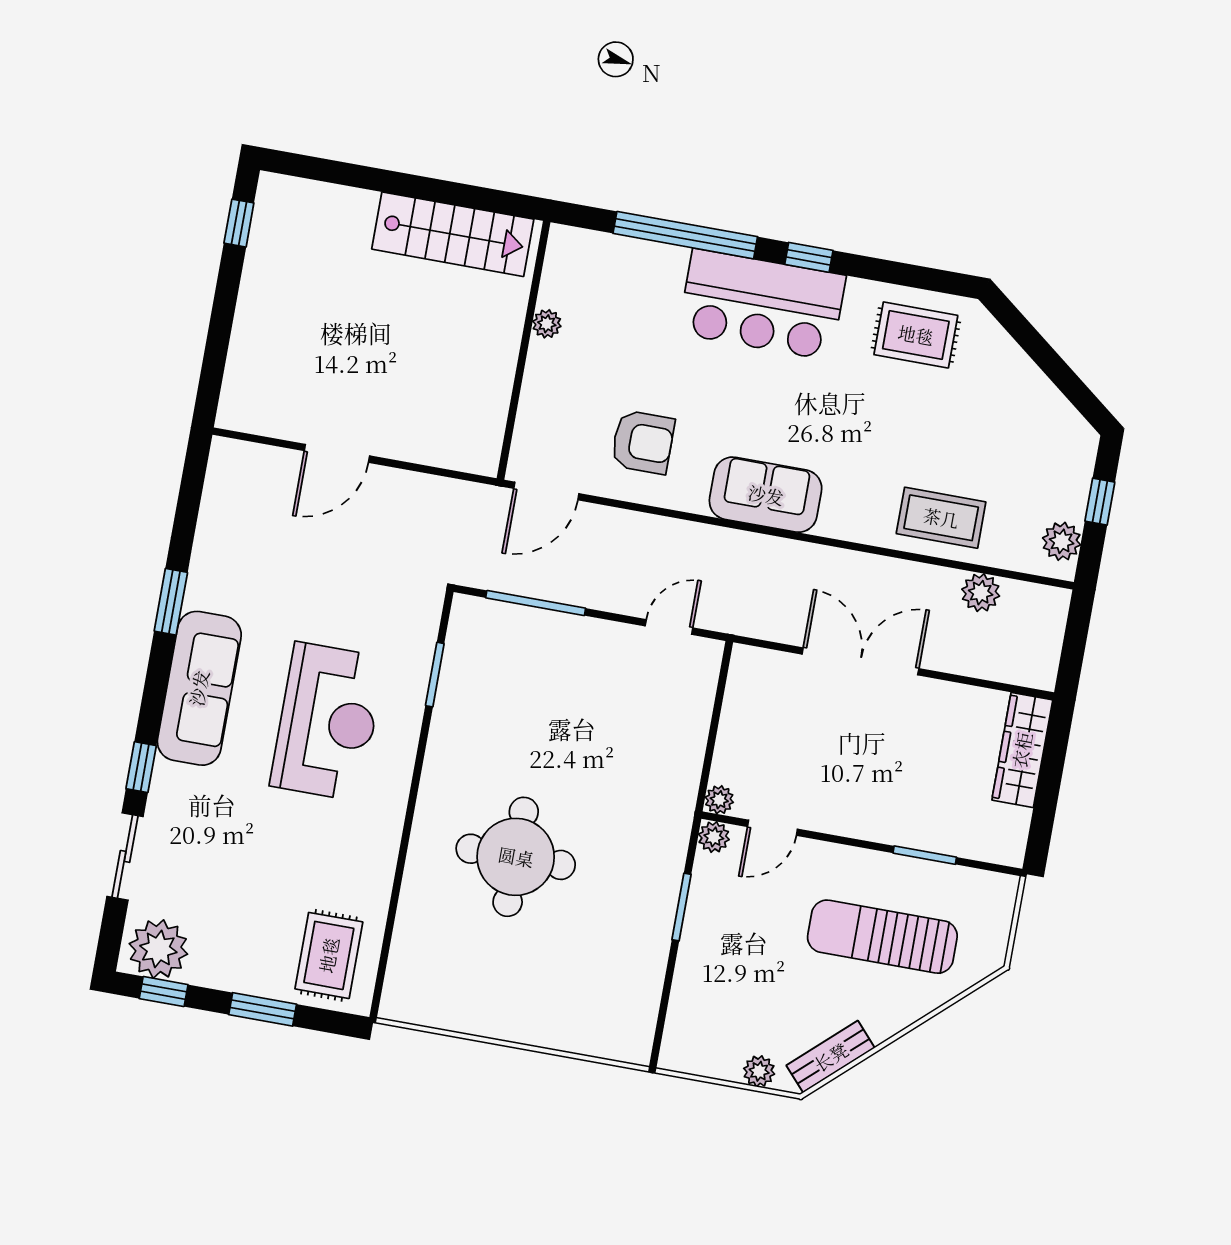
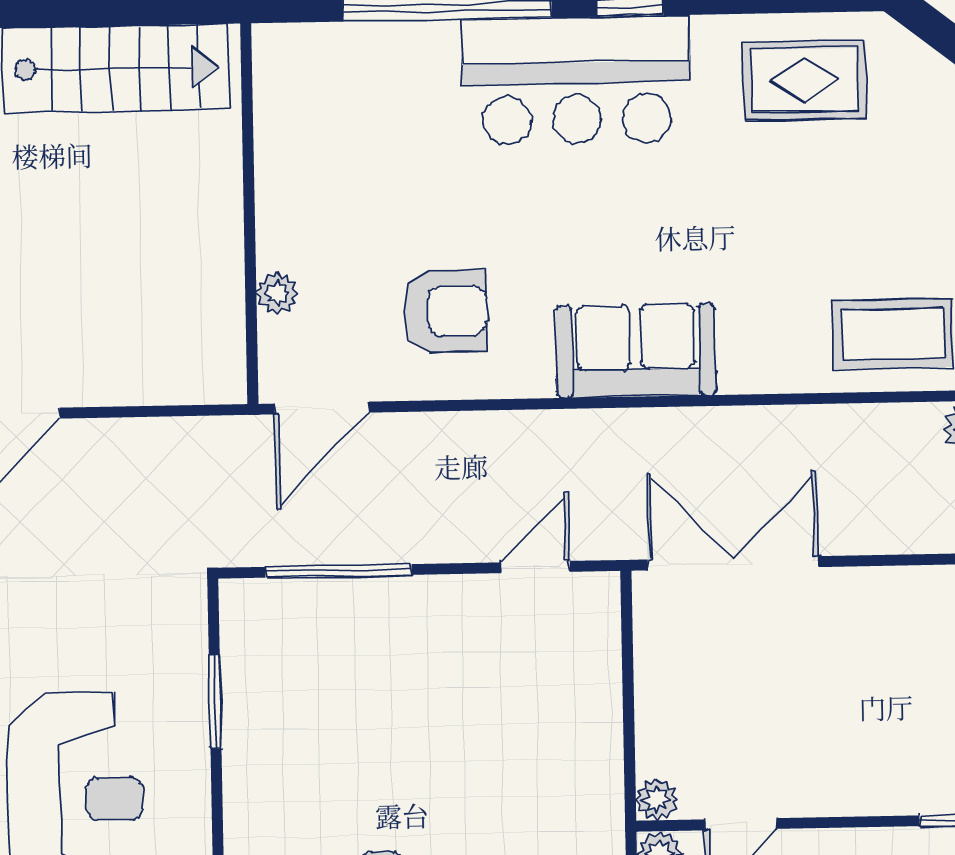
plant: (547, 324) -> (277, 293), moved
double door: (860, 661) -> (733, 563), moved

